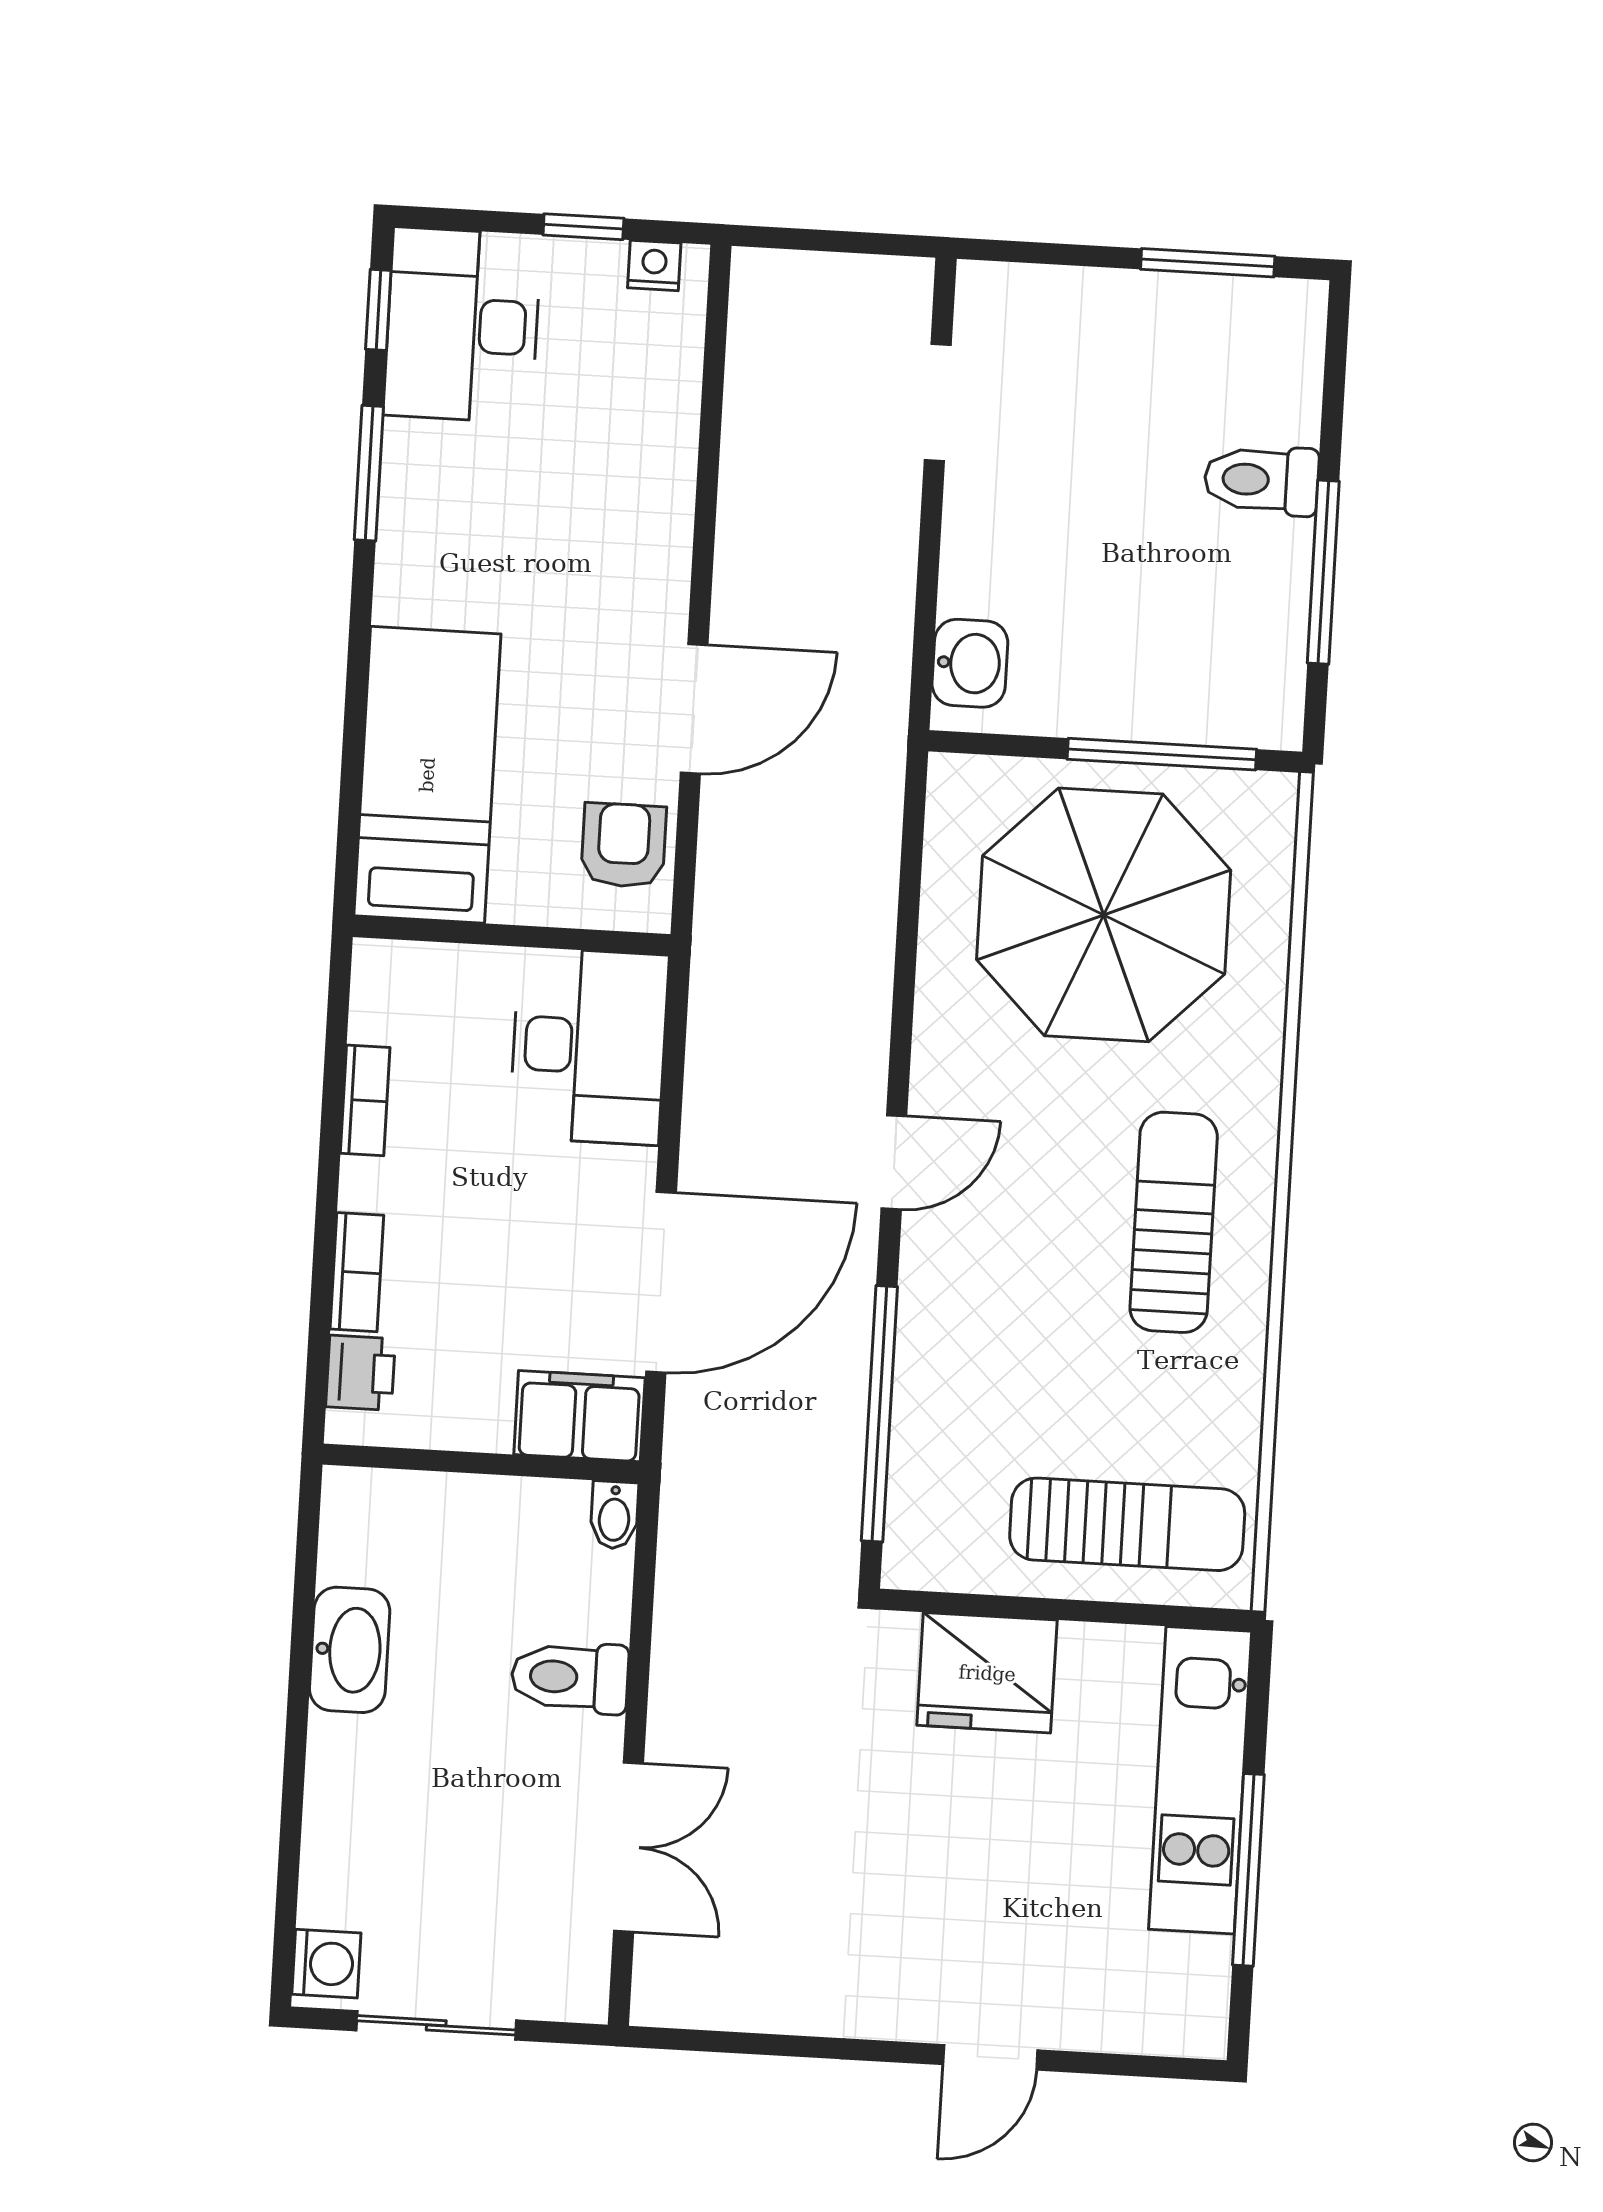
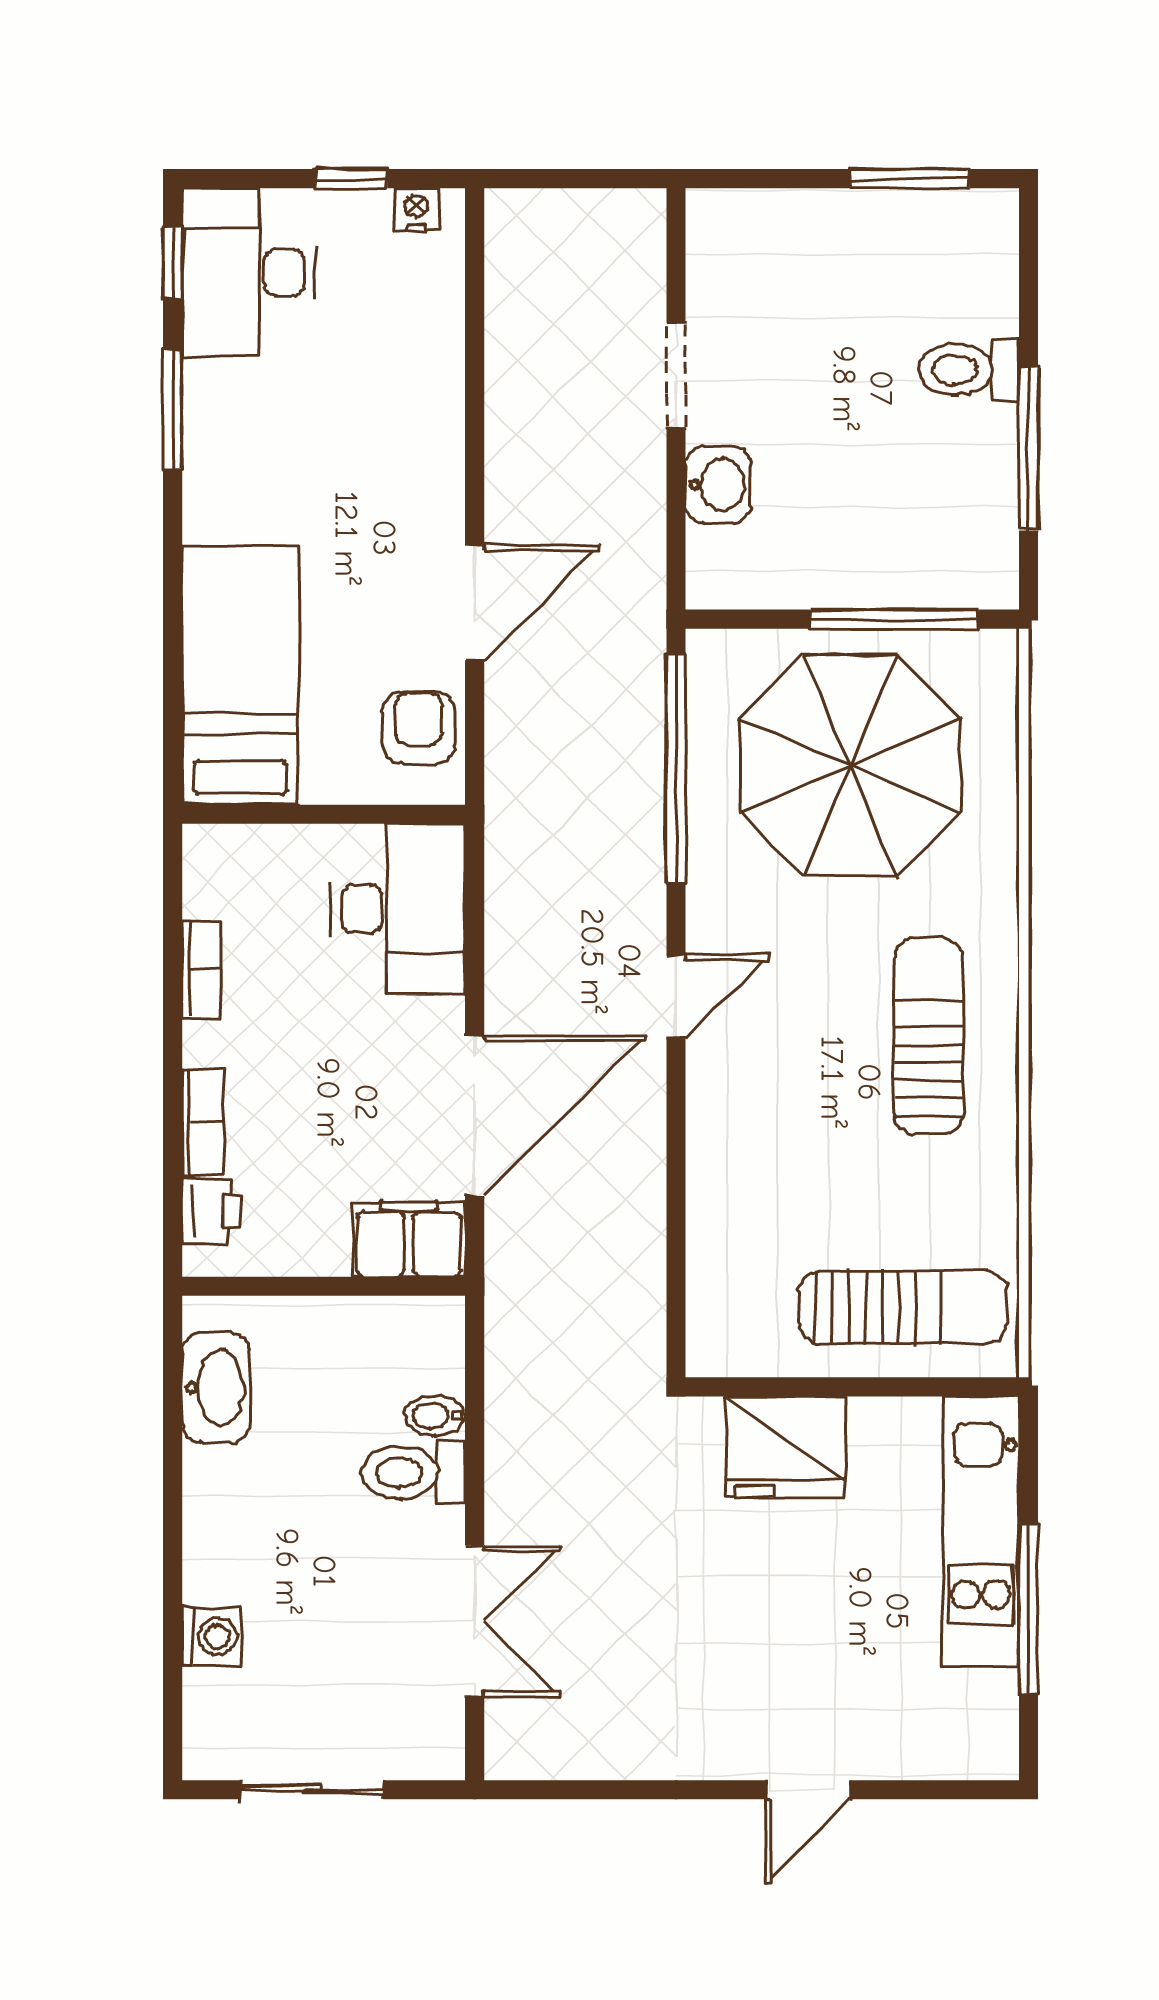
doorway: (938, 402) -> (676, 375), moved
washbasin: (970, 663) -> (718, 485), moved
window: (879, 1414) -> (676, 769), moved
bidet: (614, 1515) -> (435, 1416), moved, turned 90
washbasin: (350, 1650) -> (216, 1388), moved
washing machine: (326, 1964) -> (211, 1637), moved

